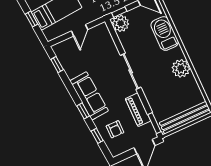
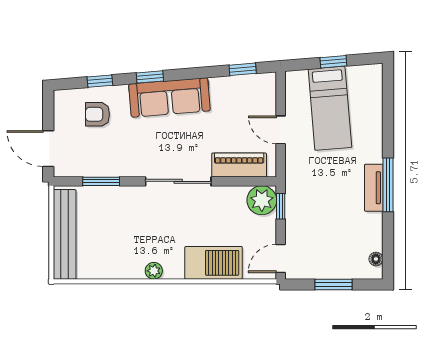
plant: (181, 68) -> (154, 271), width x0.53, depth x0.53
piano: (138, 110) -> (239, 165), moved
window: (154, 123) -> (101, 181), moved

